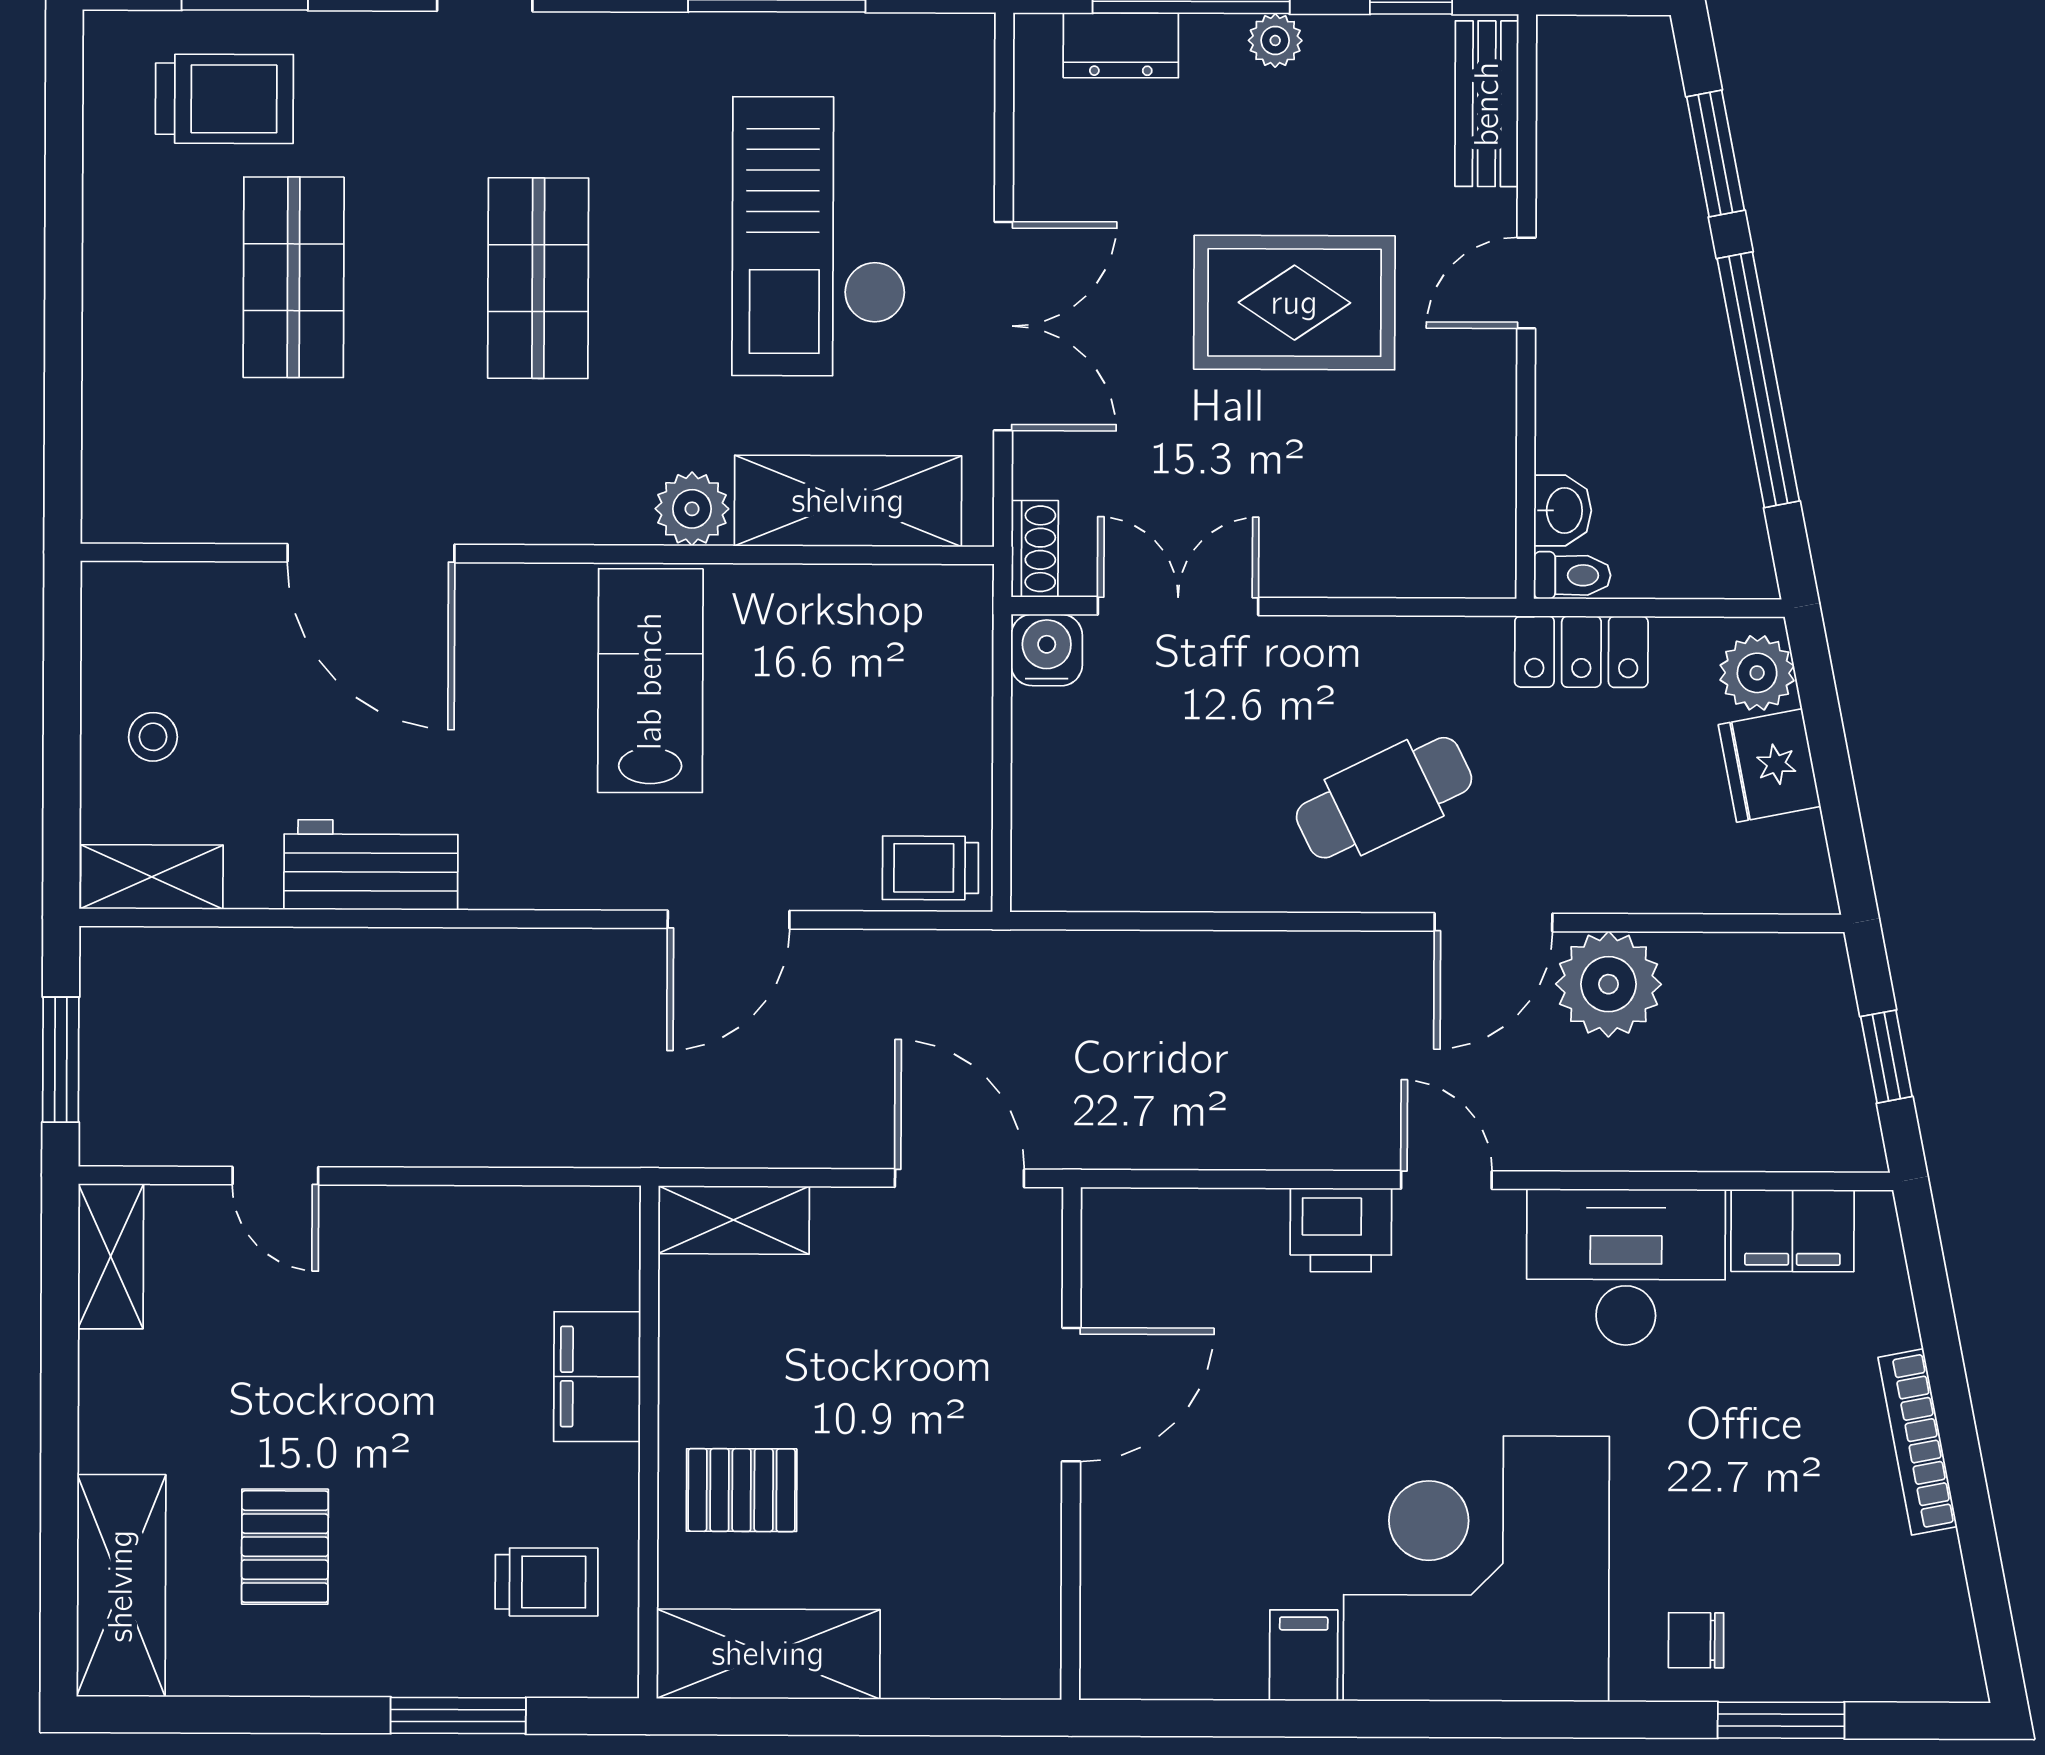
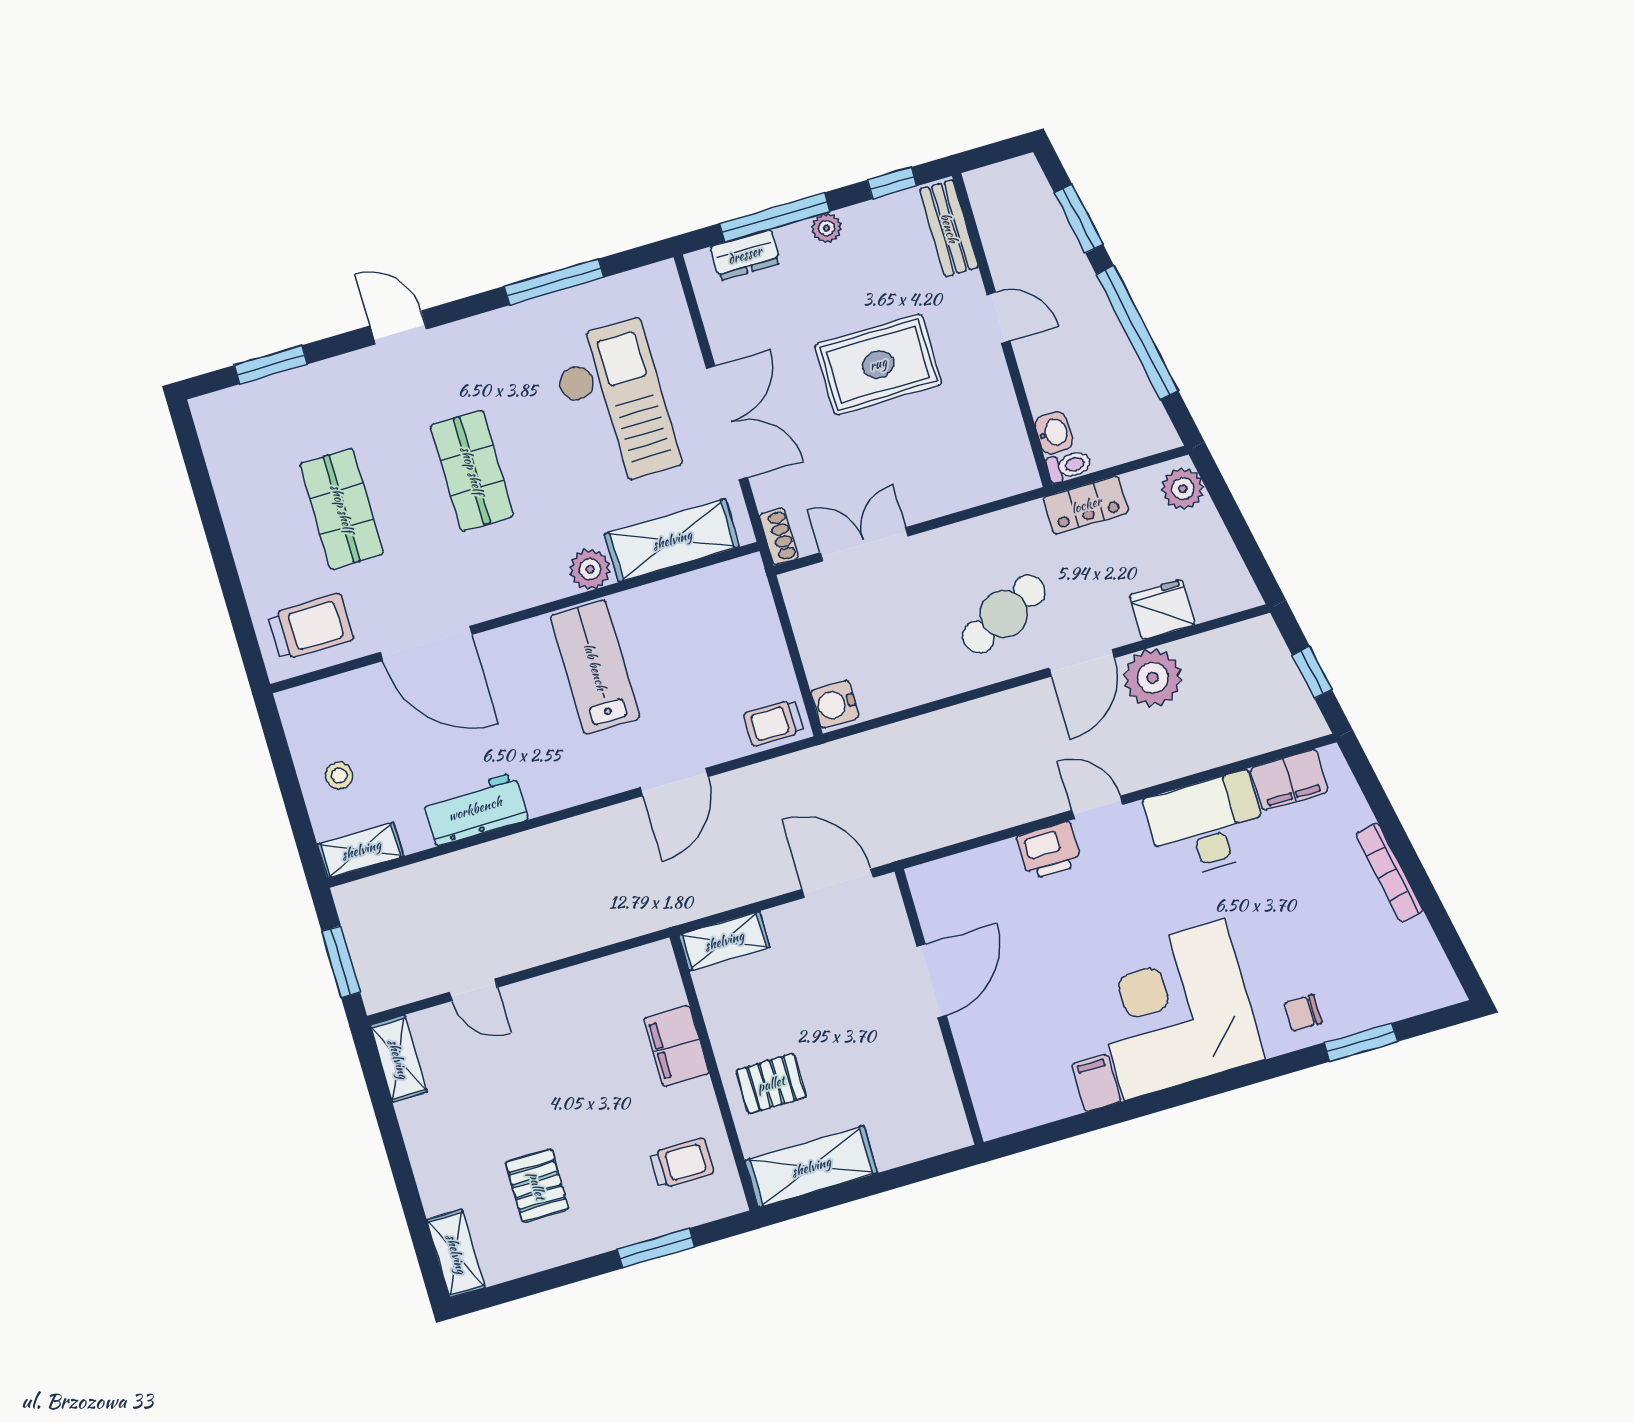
trolley: (224, 99) -> (311, 627), moved
checkout: (819, 236) -> (615, 404), turned 180
door: (1526, 283) -> (998, 317), swing flipped
water cooler: (1047, 650) -> (835, 704), moved, turned -90
fridge: (1770, 765) -> (1162, 610), moved, turned 101
shelving: (121, 1586) -> (456, 1254), width x0.67, depth x0.75

